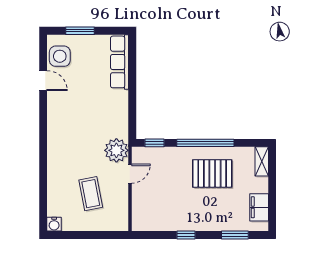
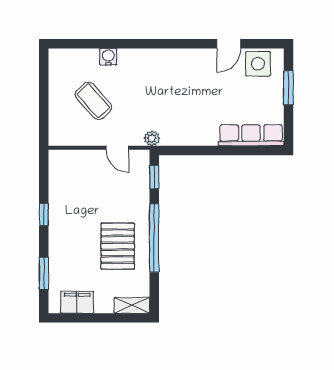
plant: (116, 150) -> (152, 138), width x0.53, depth x0.53
coffee table: (91, 194) -> (93, 101), turned 59
water cooler: (54, 224) -> (108, 57), moved, turned 90

